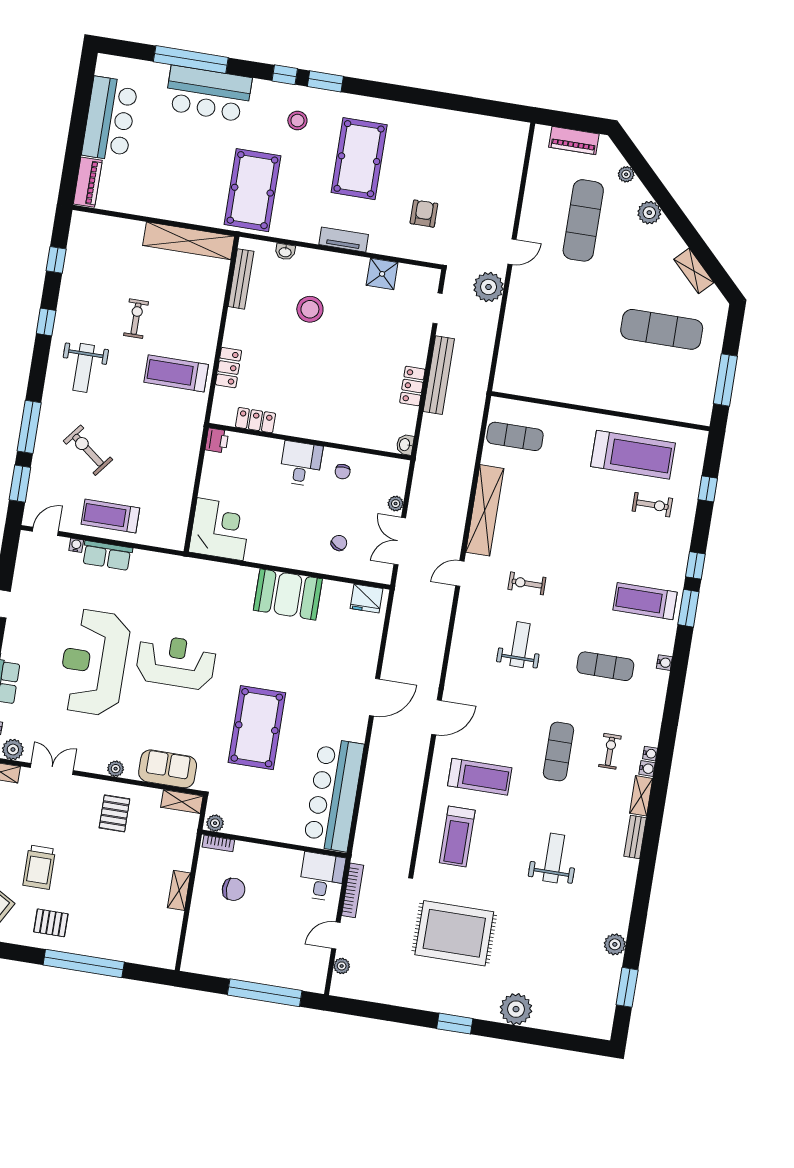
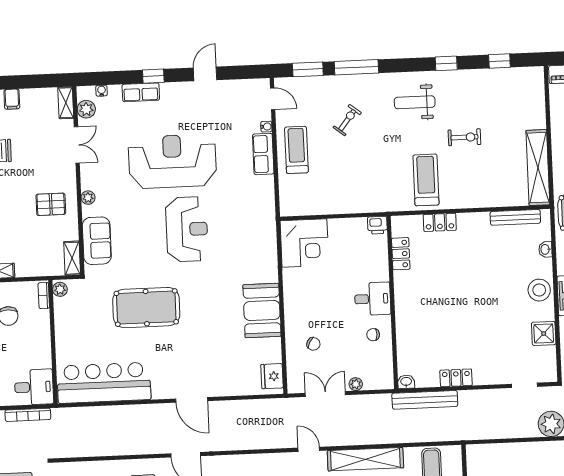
stool: (310, 309) -> (539, 290), moved
bench: (439, 375) -> (425, 400), moved
exercise bike: (88, 450) -> (347, 120), width x0.73, depth x0.72

